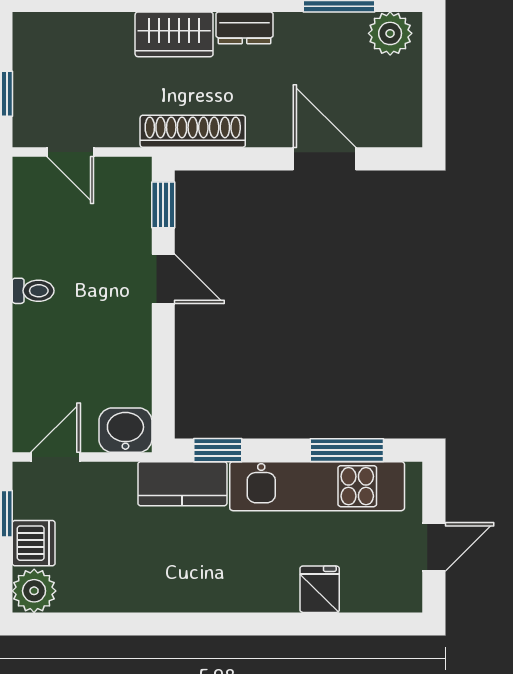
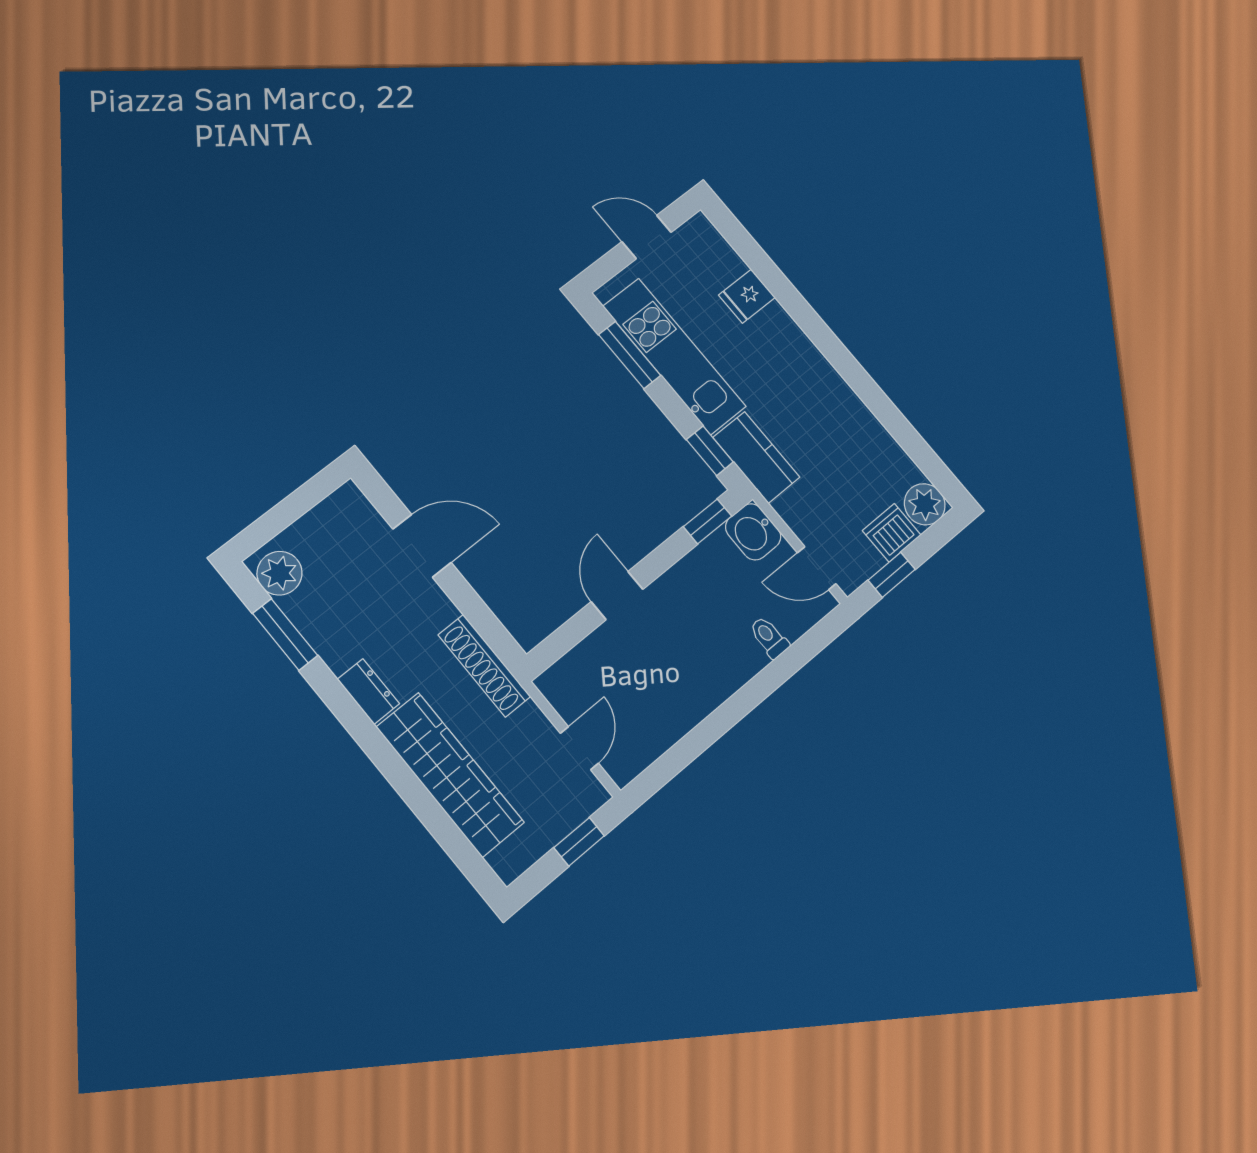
wardrobe: (174, 34) -> (450, 775), width x2.10, depth x1.17
door: (325, 159) -> (422, 546), swing flipped
window: (163, 205) -> (707, 521), moved
toilet: (33, 291) -> (769, 637), moved

